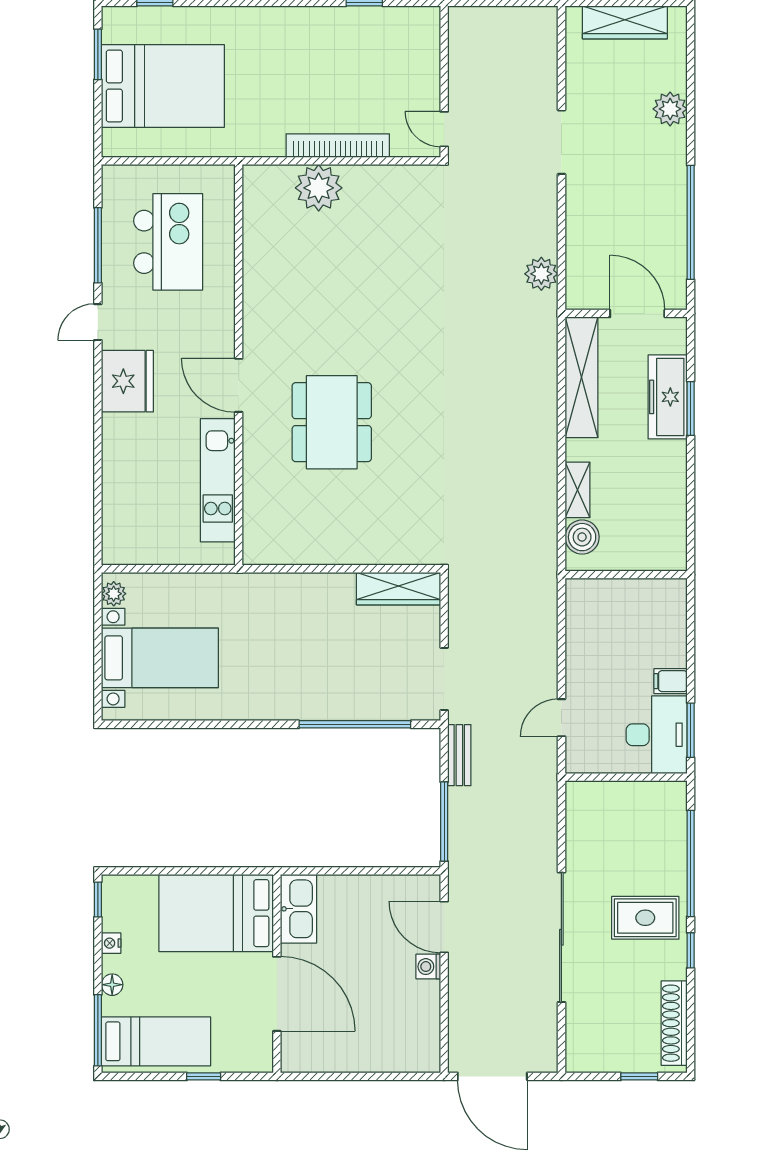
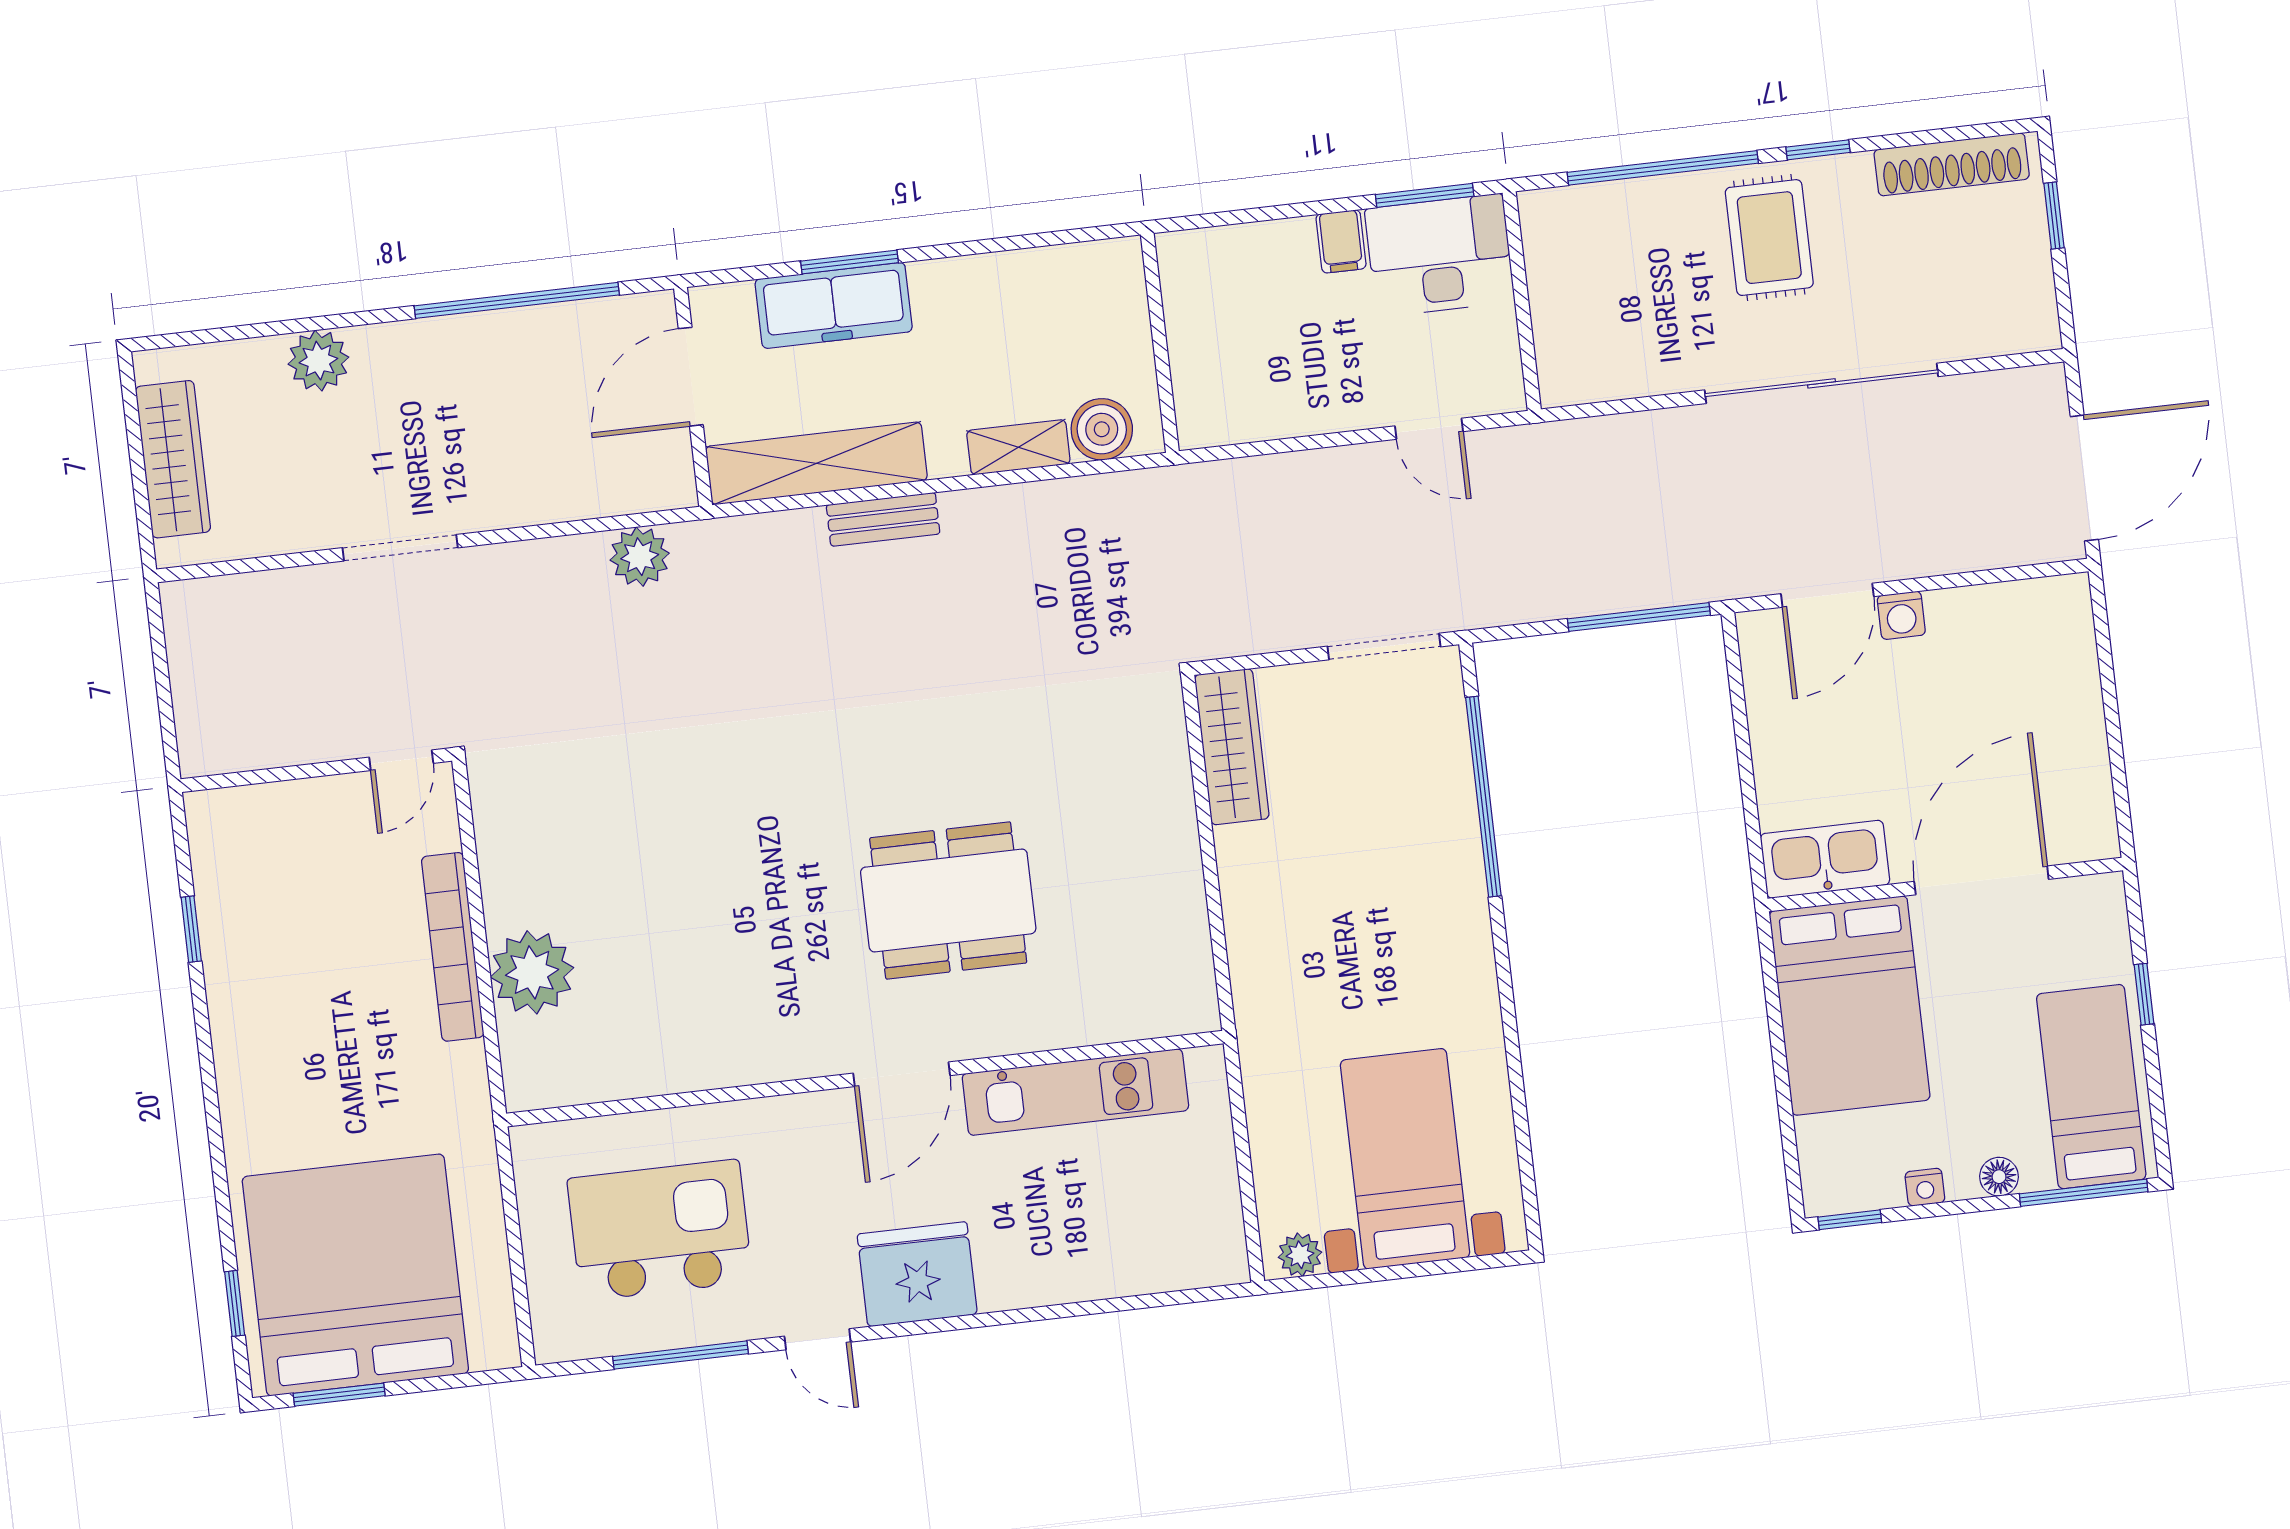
bed: (163, 86) -> (355, 1275), width x1.36
bench: (459, 755) -> (883, 519), moved

